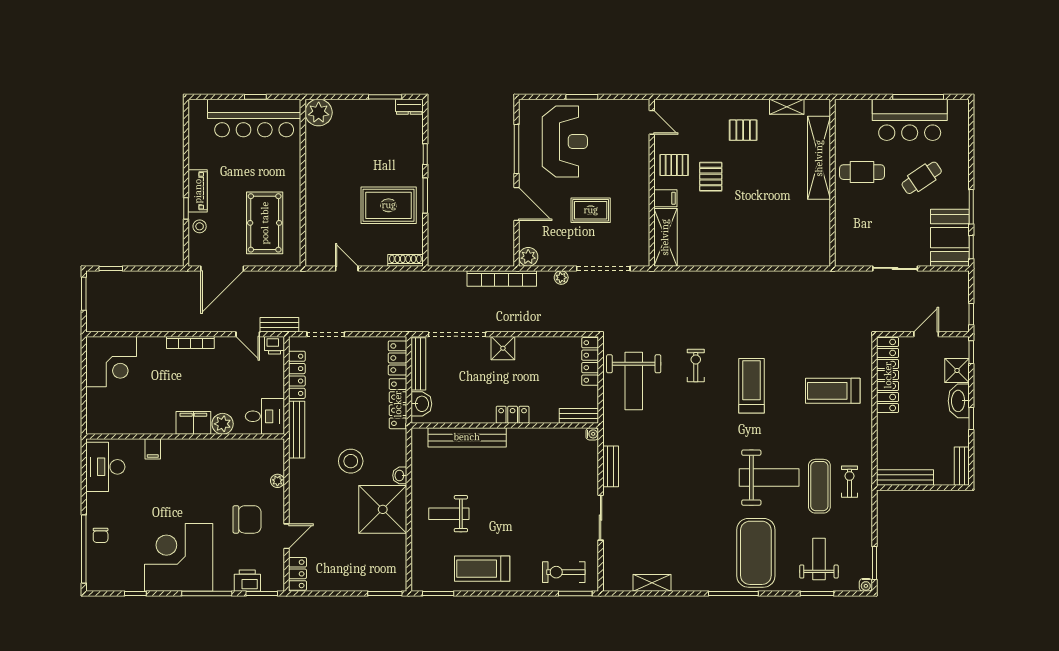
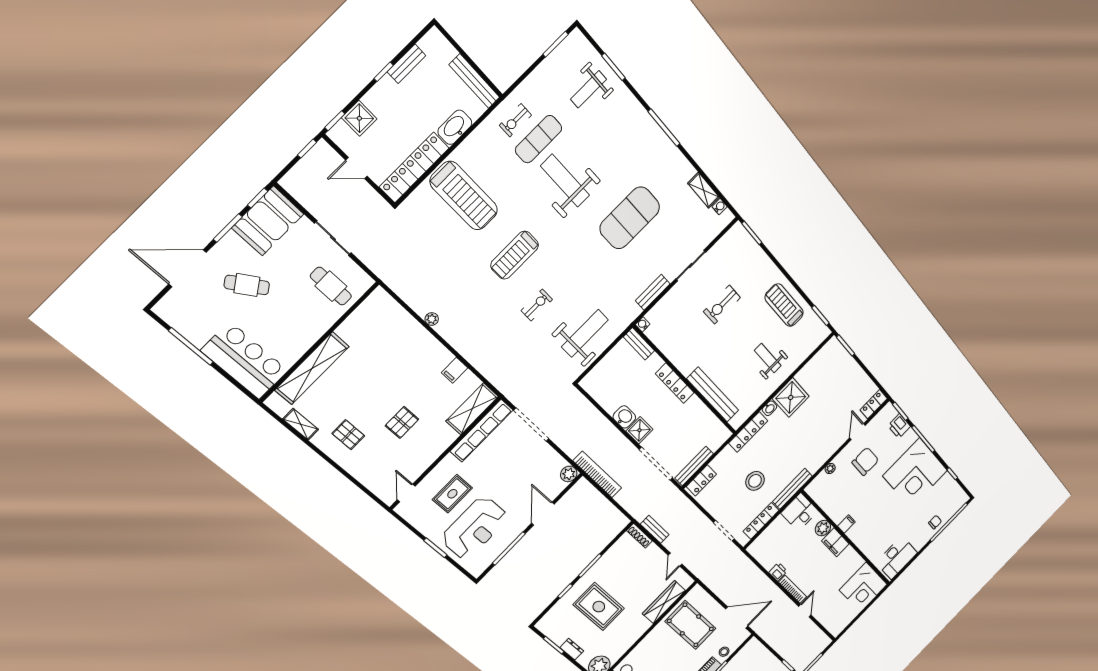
dresser: (409, 107) -> (572, 649), moved
bar counter: (910, 120) -> (245, 361), moved
reception desk: (565, 142) -> (475, 528), turned 180
door: (971, 152) -> (187, 268), added
pallet: (674, 165) -> (419, 452), removed
cafe table: (862, 172) -> (331, 286), moved
filing cabinet: (665, 198) -> (454, 370), moved, turned -90
rug: (389, 205) -> (599, 607), moved
rug: (591, 210) -> (452, 494), moved, turned 90
wardrobe: (316, 222) -> (664, 602), added
pool table: (265, 223) -> (690, 625), turned 90
row of seats: (640, 227) -> (481, 431), added
plant: (561, 278) -> (432, 319), moved
bench: (279, 325) -> (655, 529), moved
door: (248, 334) -> (805, 611), moved
printer: (274, 345) -> (778, 572), moved
locker: (590, 361) -> (598, 372), removed
corner desk: (111, 362) -> (863, 587), moved, turned 180
exercise bike: (696, 365) -> (537, 305), turned 180
treadmill: (833, 391) -> (464, 196), width x1.37, depth x1.38
washbasin: (959, 401) -> (455, 127), moved, turned 180
locker: (398, 404) -> (748, 432), moved
washbasin: (421, 404) -> (624, 417), moved, turned 90
locker: (513, 415) -> (675, 383), width x1.53
filing cabinet: (153, 449) -> (846, 524), moved
stool: (351, 461) -> (755, 481), moved
bench: (962, 466) -> (407, 64), moved
shower: (383, 509) -> (791, 397), width x0.73, depth x0.73
weight bench: (449, 514) -> (768, 358), turned 180
chair: (247, 519) -> (865, 461), turned 90
door: (286, 536) -> (857, 432), hinge flipped
exercise mat: (756, 553) -> (630, 218), moved
treadmill: (482, 569) -> (784, 305), turned 180
exercise bike: (564, 572) -> (722, 305), moved, turned 90
water cooler: (866, 585) -> (720, 207), moved

